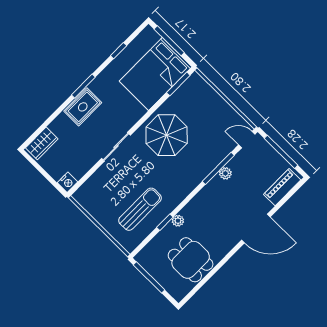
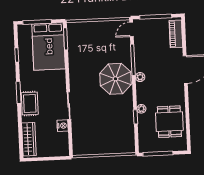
parasol: (167, 135) -> (115, 79), moved
wardrobe: (42, 143) -> (29, 139), width x1.50
plant: (225, 173) -> (140, 77), moved
nightstand: (67, 182) -> (63, 126), moved
sun lounger: (140, 209) -> (116, 124), removed
dining table: (191, 260) -> (169, 122), turned 90

